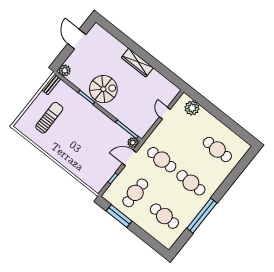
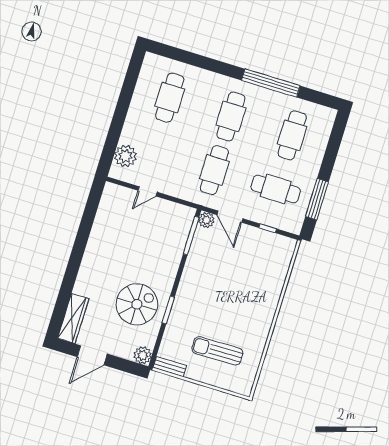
wardrobe: (137, 63) -> (73, 318), moved
spiral stairs: (103, 89) -> (137, 304), moved, turned 90

